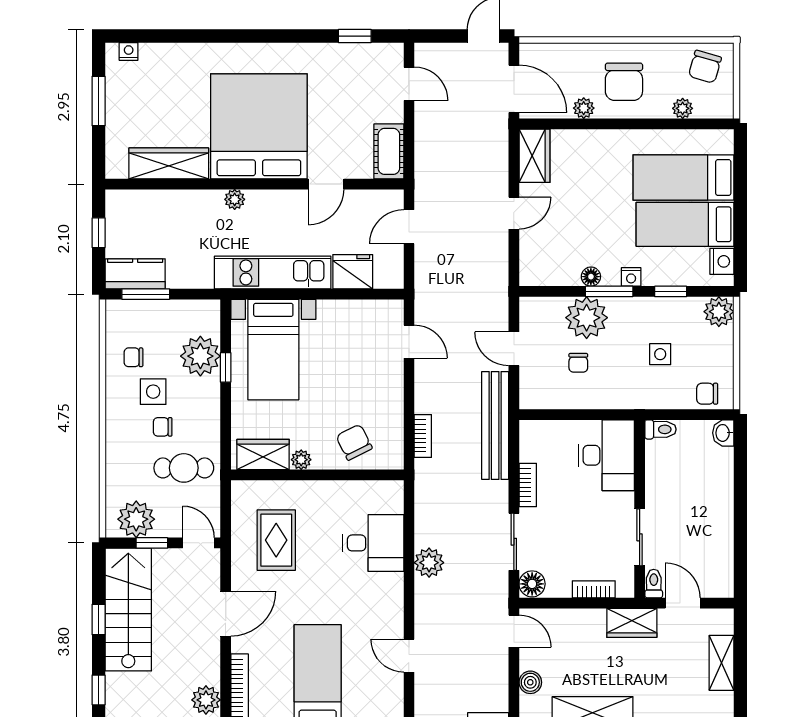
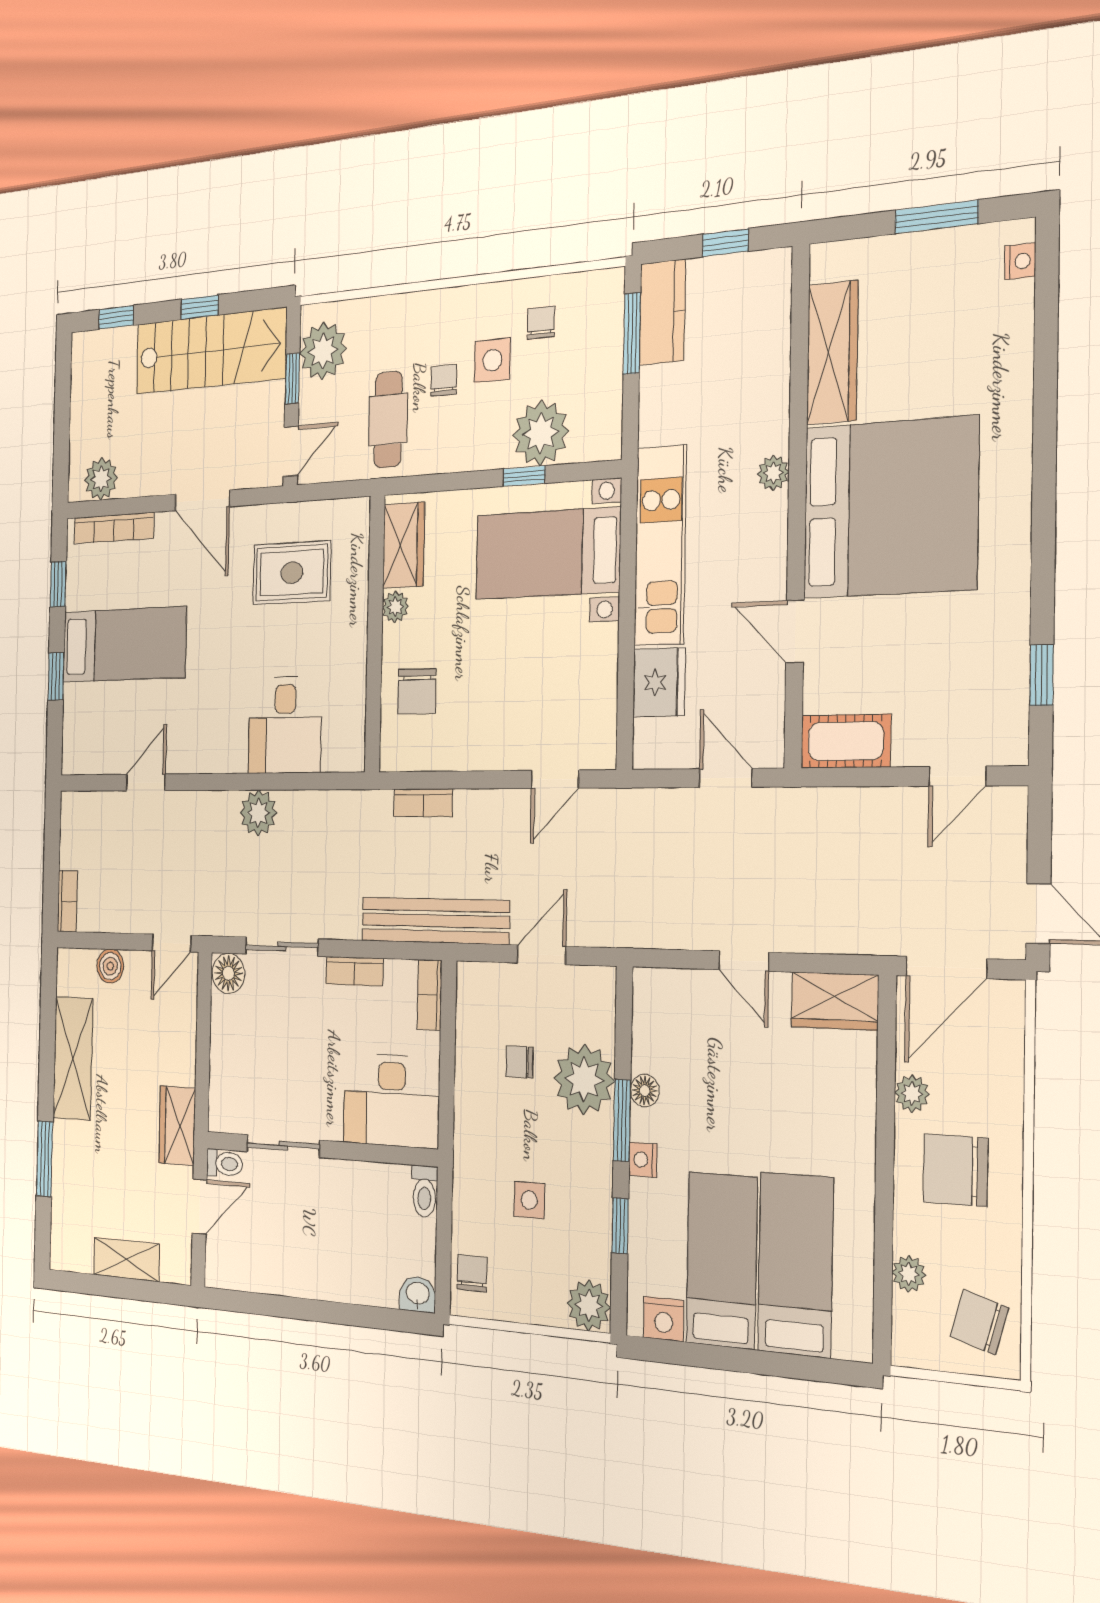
chair: (354, 442) -> (417, 691), turned 117
bookcase: (594, 589) -> (430, 995), moved, turned 180

